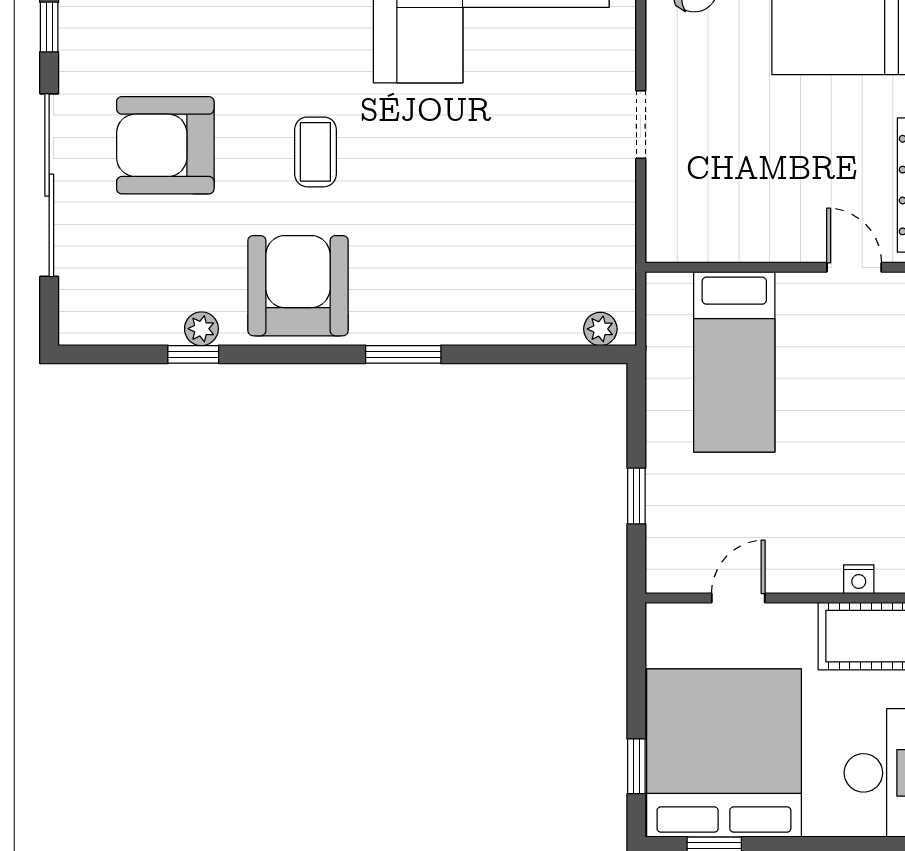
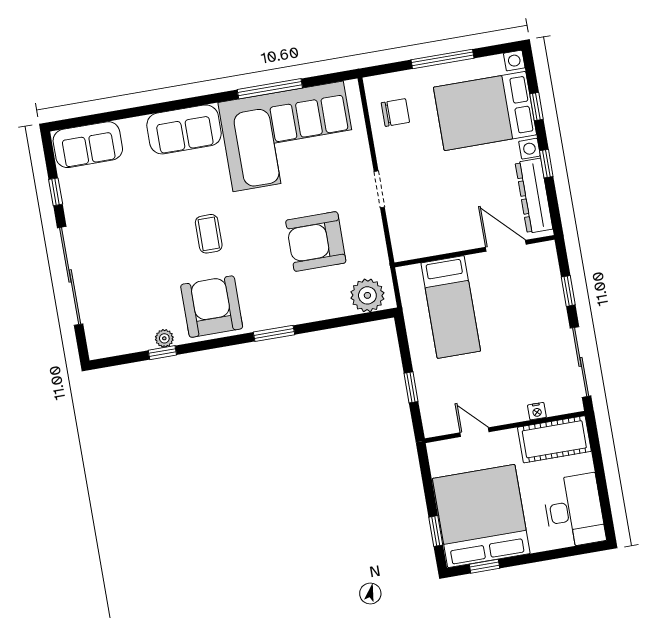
armchair: (165, 145) -> (316, 241), moved
door: (854, 267) -> (506, 246), width x1.38
plant: (600, 329) -> (367, 295), width x1.88, depth x1.88
door: (738, 598) -> (475, 432), hinge flipped

